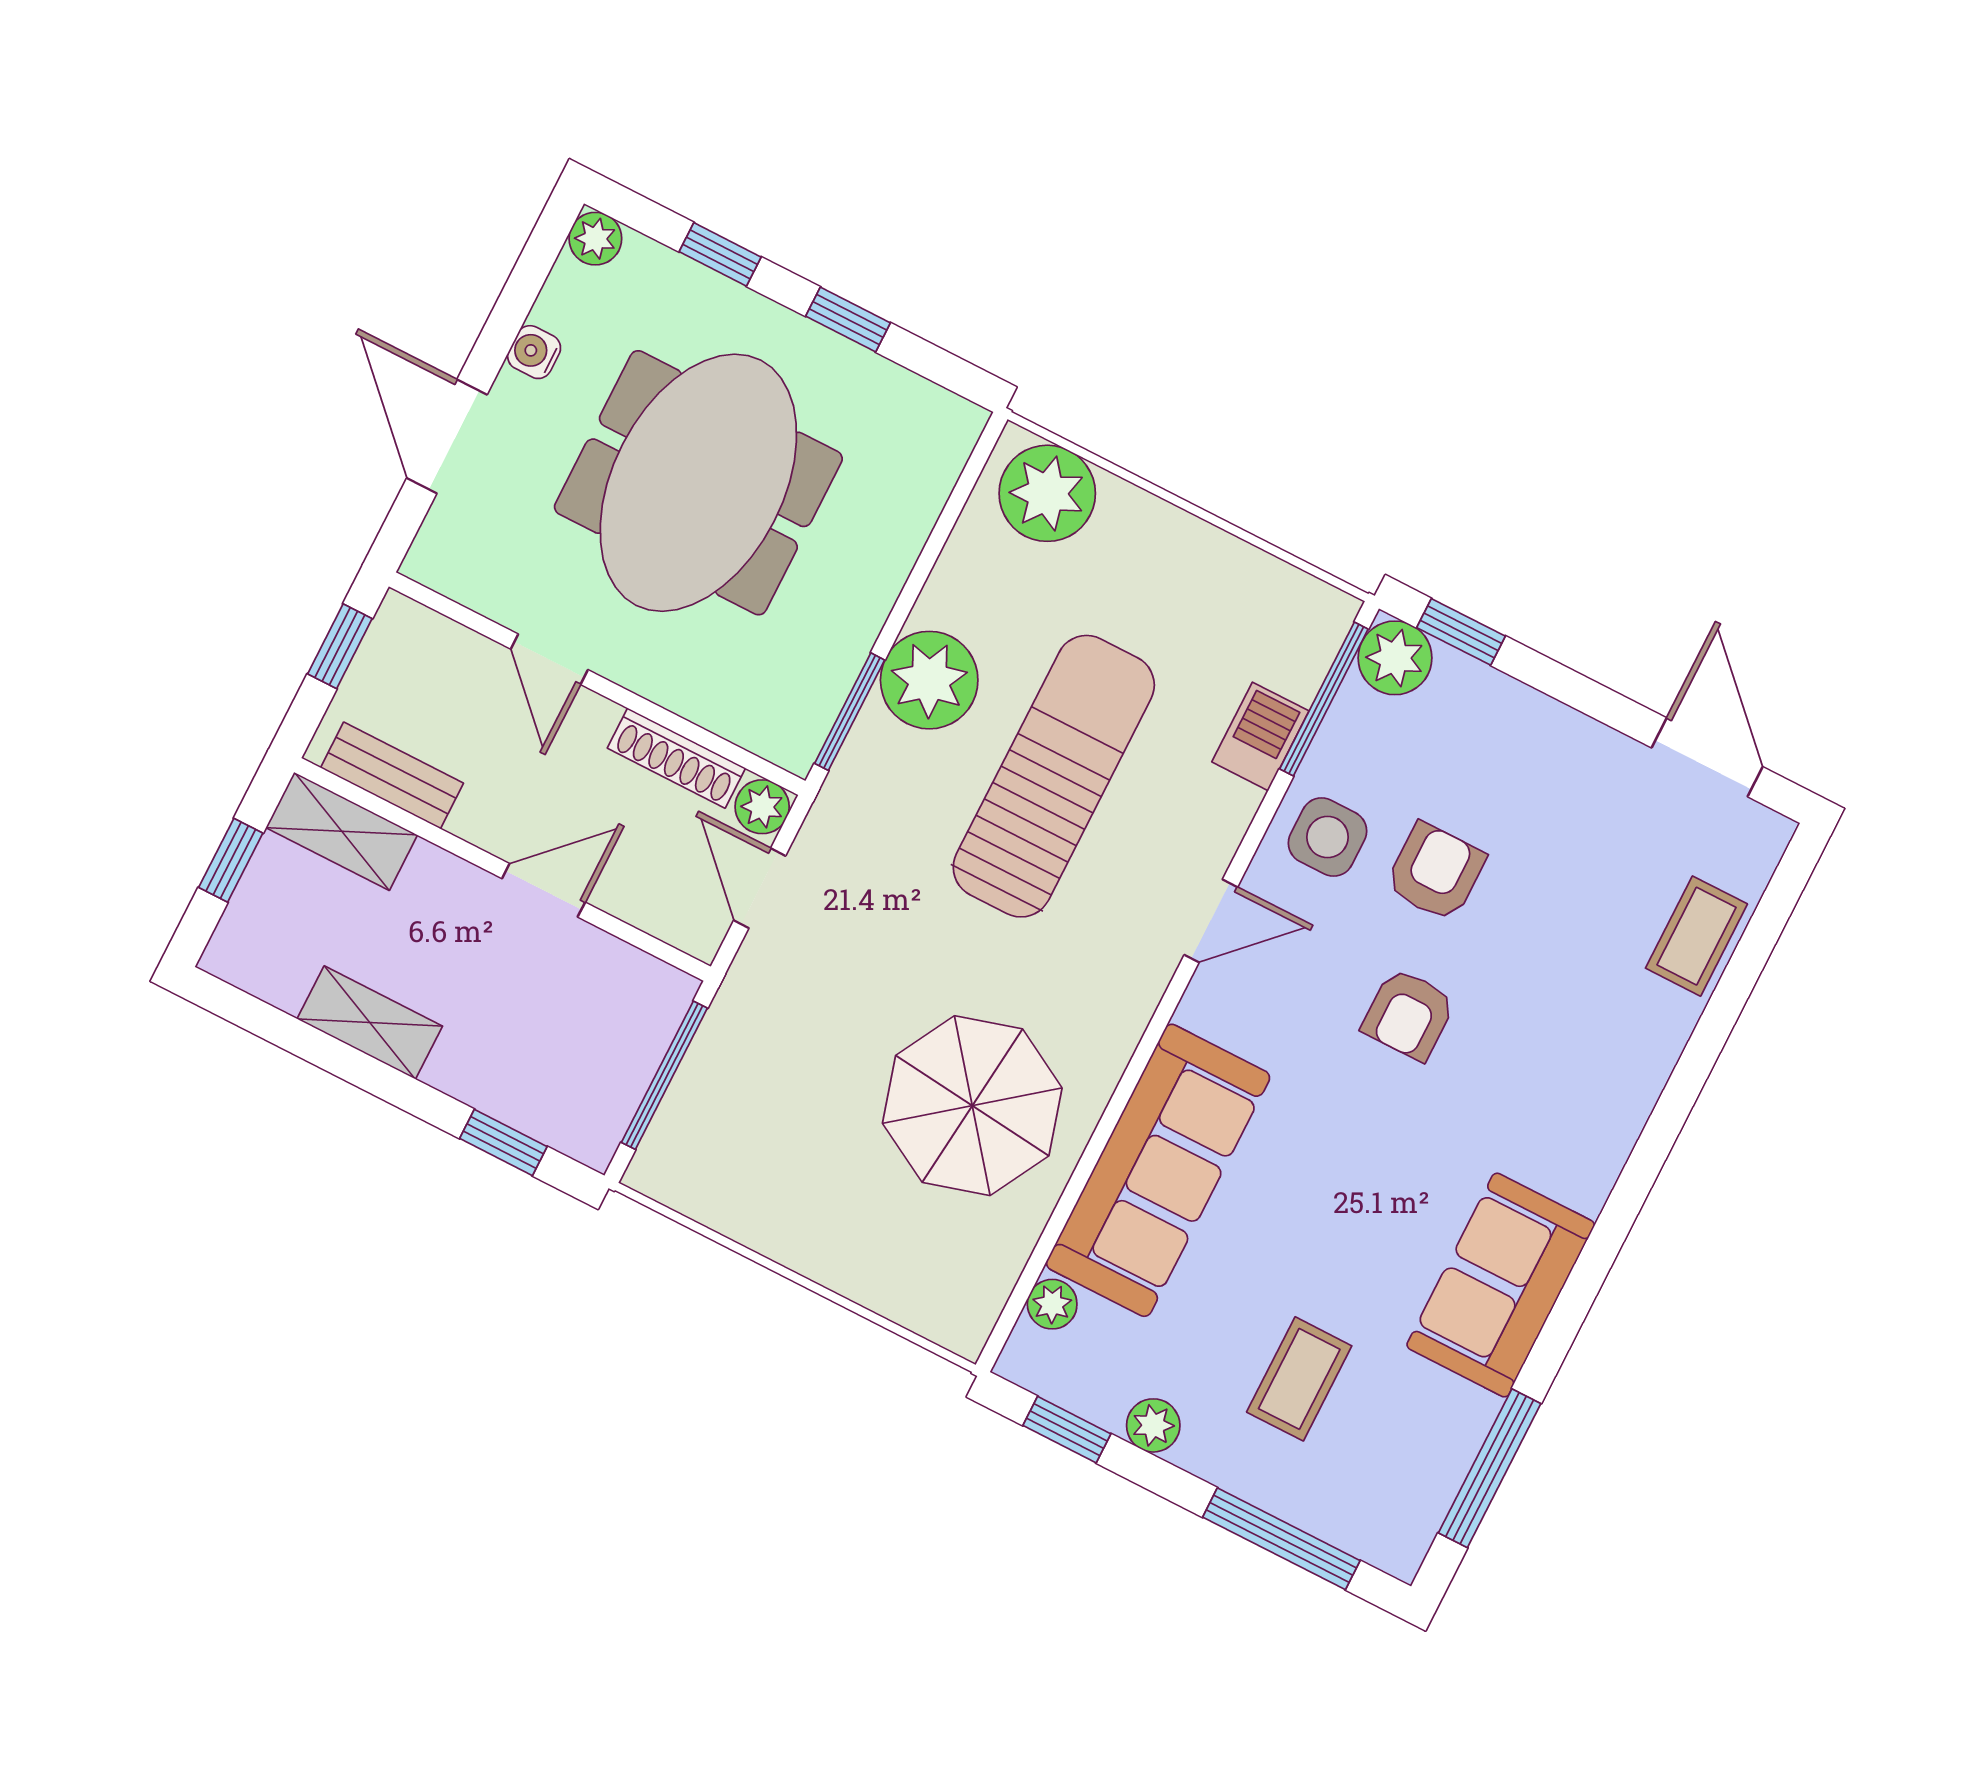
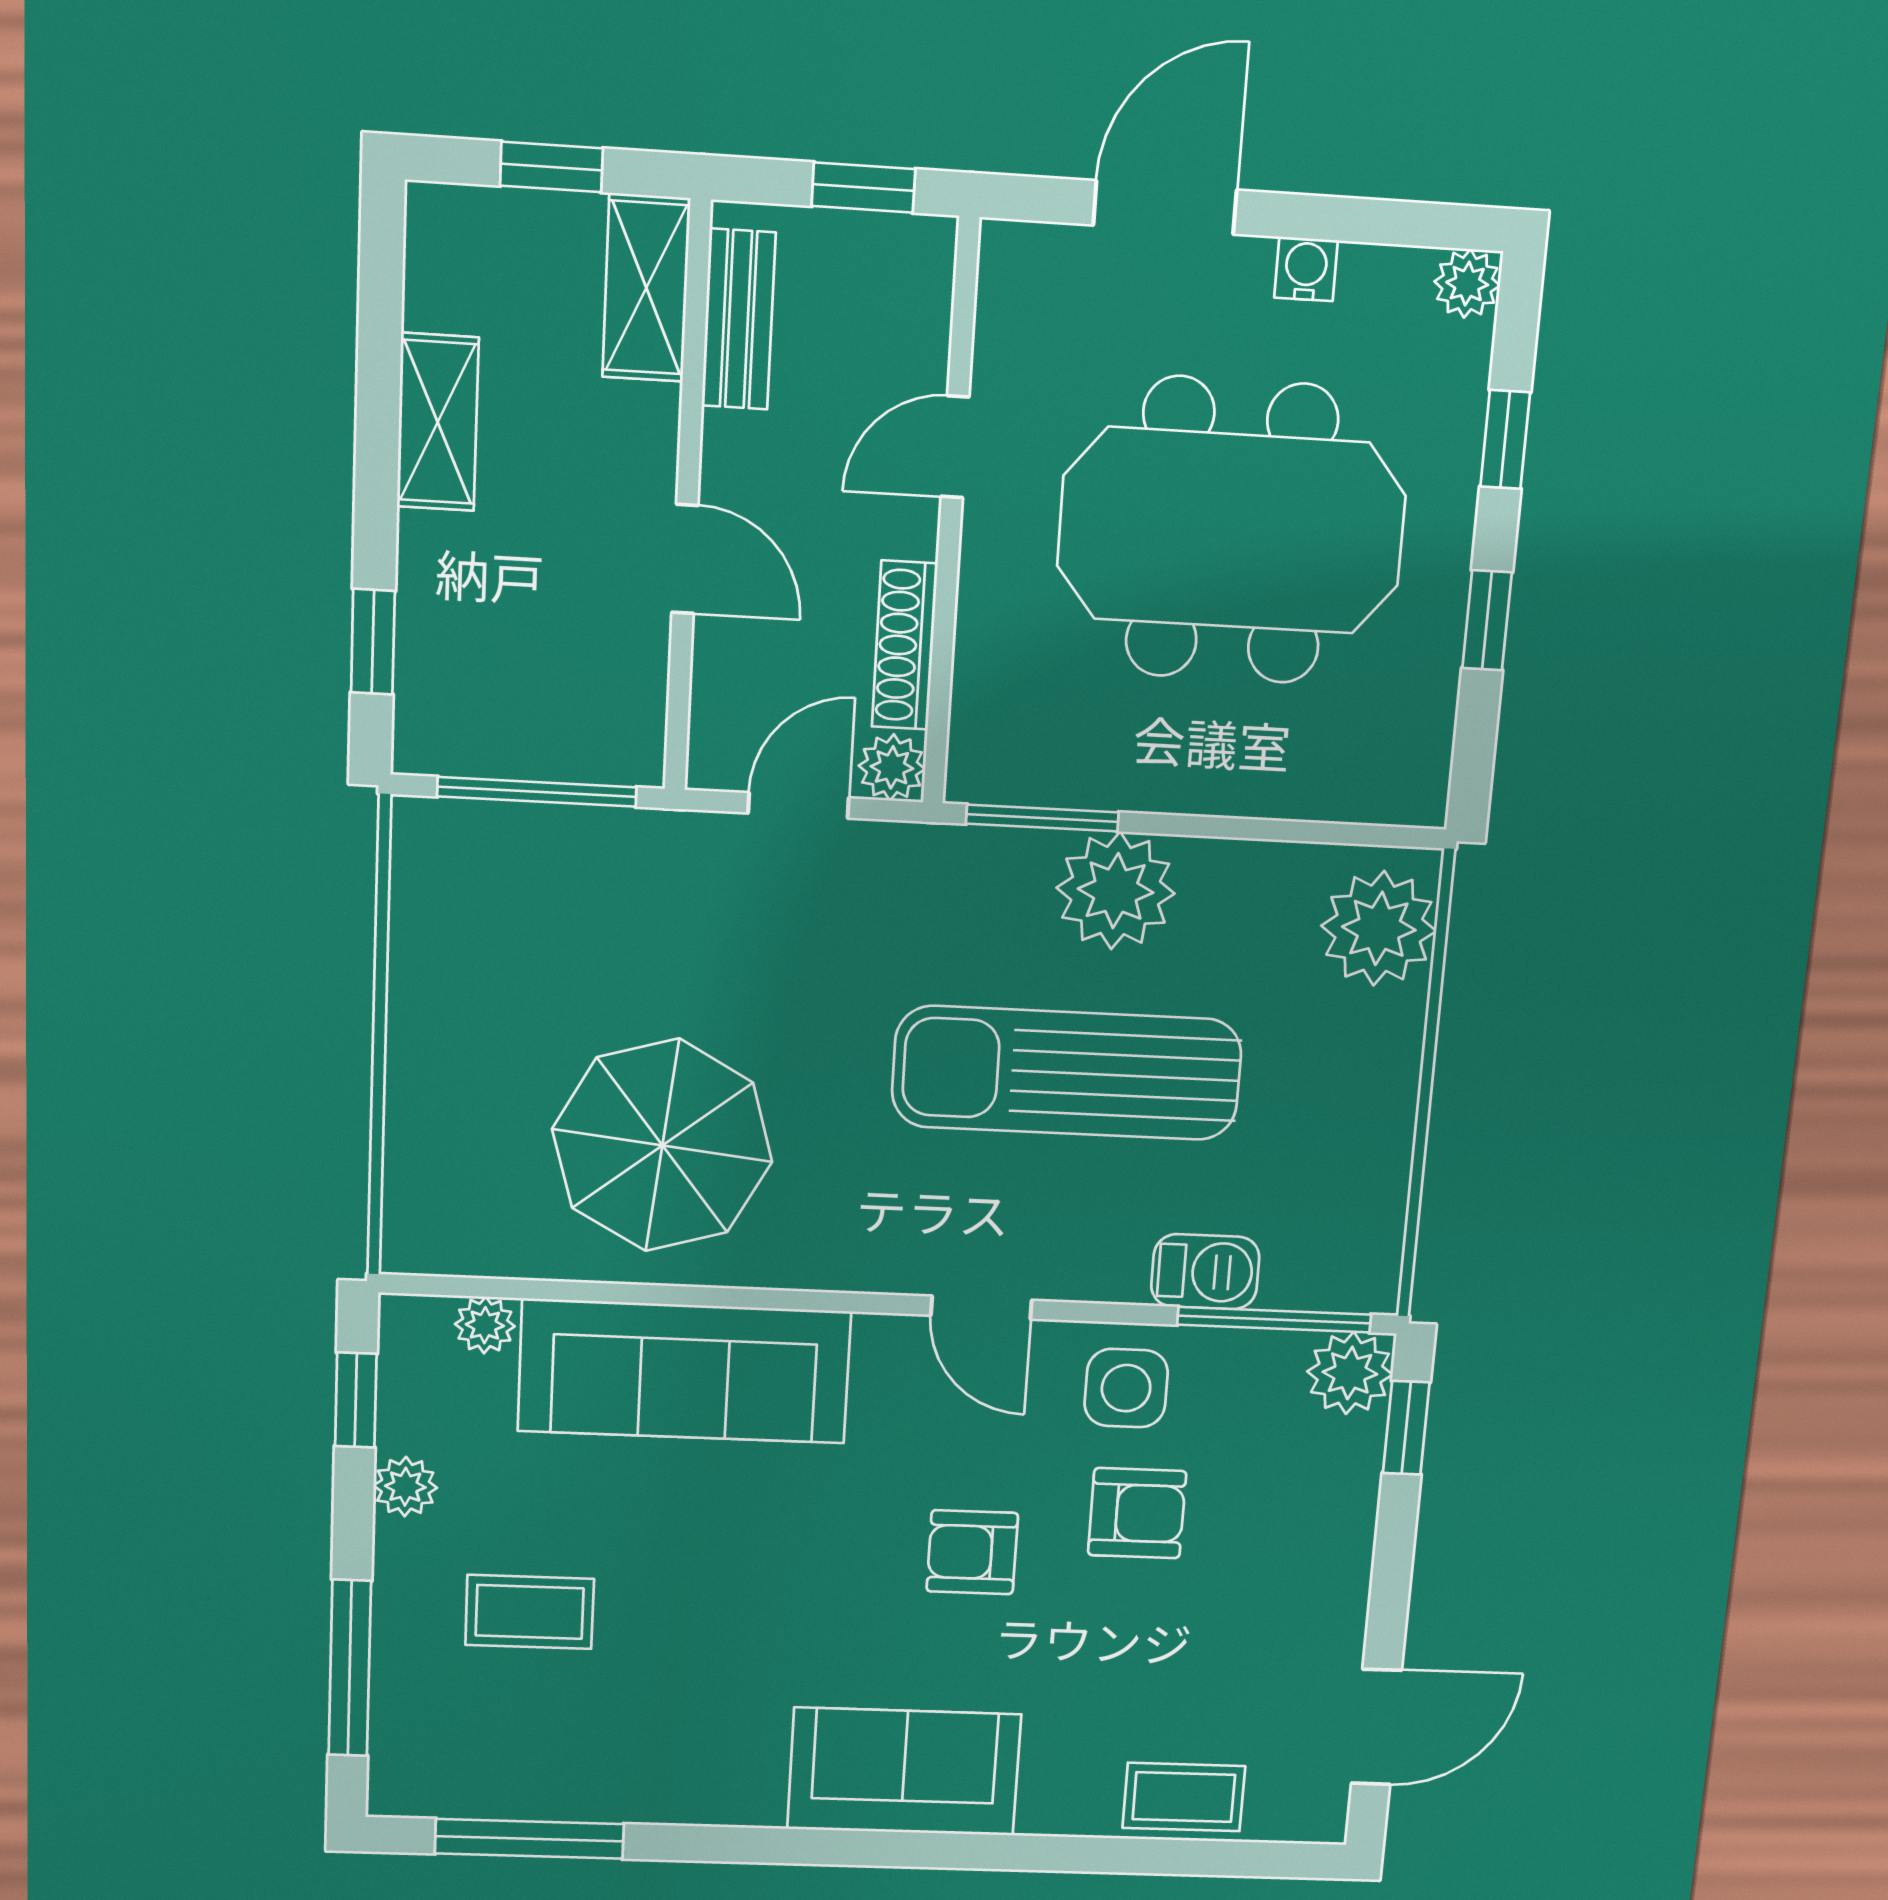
sun lounger: (1054, 776) -> (1067, 1073), turned 180
sofa: (1501, 1285) -> (904, 1772), moved

